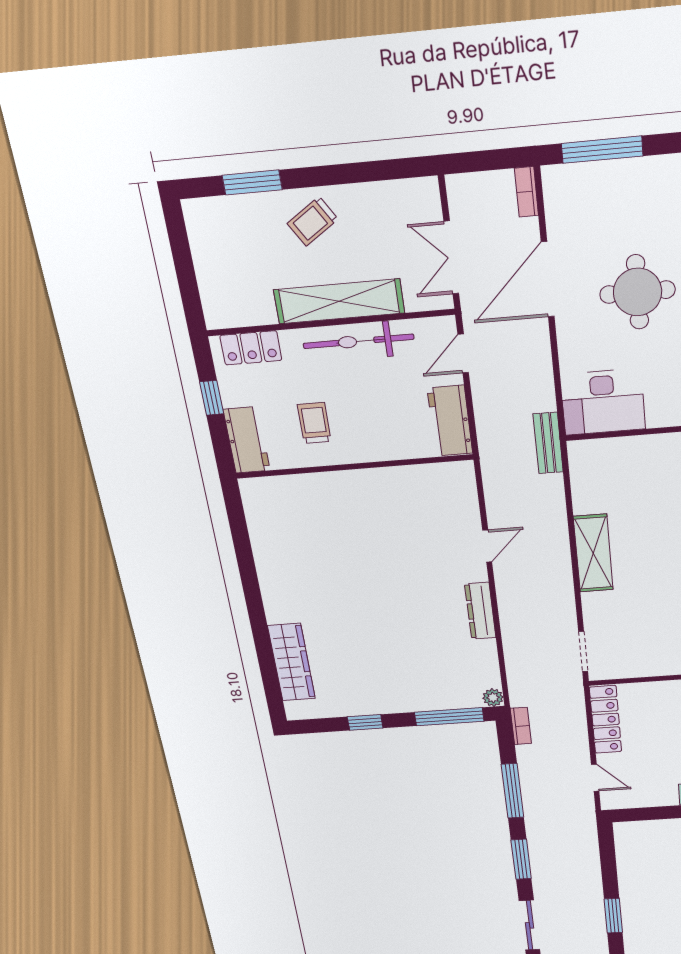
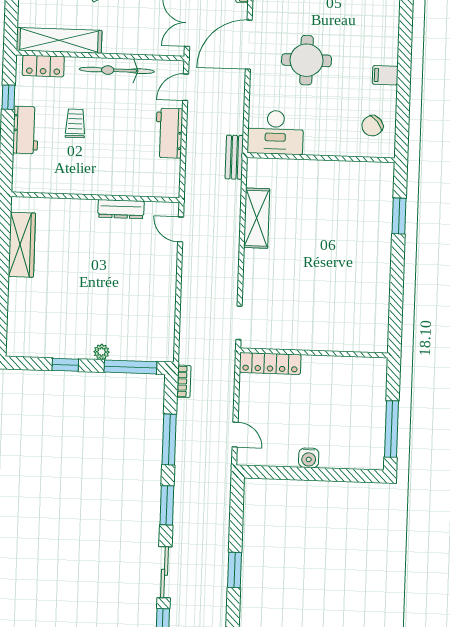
shelving: (339, 301) -> (59, 40), moved
wall: (354, 466) -> (95, 197), moved
door: (487, 546) -> (181, 229), swing flipped
shelving: (593, 553) -> (257, 218), moved
dresser: (480, 611) -> (121, 209), moved, turned -90
wardrobe: (291, 662) -> (22, 245), moved
plant: (493, 698) -> (102, 352), moved
locker: (606, 720) -> (270, 363), moved, turned 90

